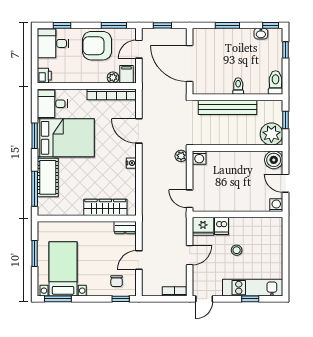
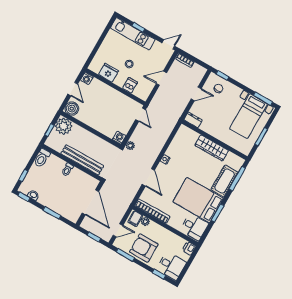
armchair: (97, 46) -> (144, 248), turned 180
wardrobe: (105, 207) -> (212, 148), moved
fridge: (203, 226) -> (109, 73), moved

